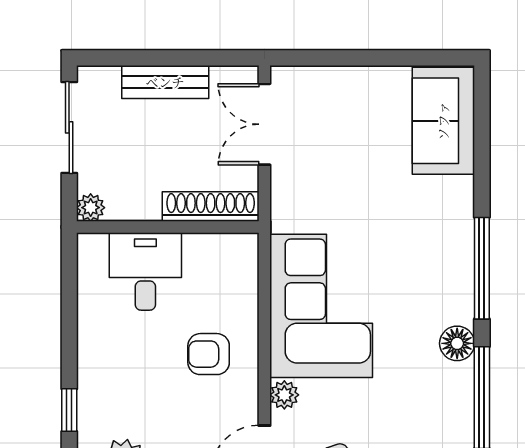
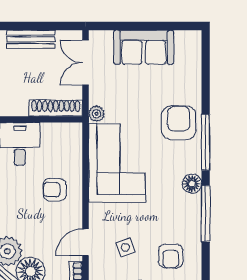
sofa: (443, 121) -> (144, 47), moved, turned -90
armchair: (433, 233) -> (179, 123), added
plant: (284, 395) -> (96, 114), moved

